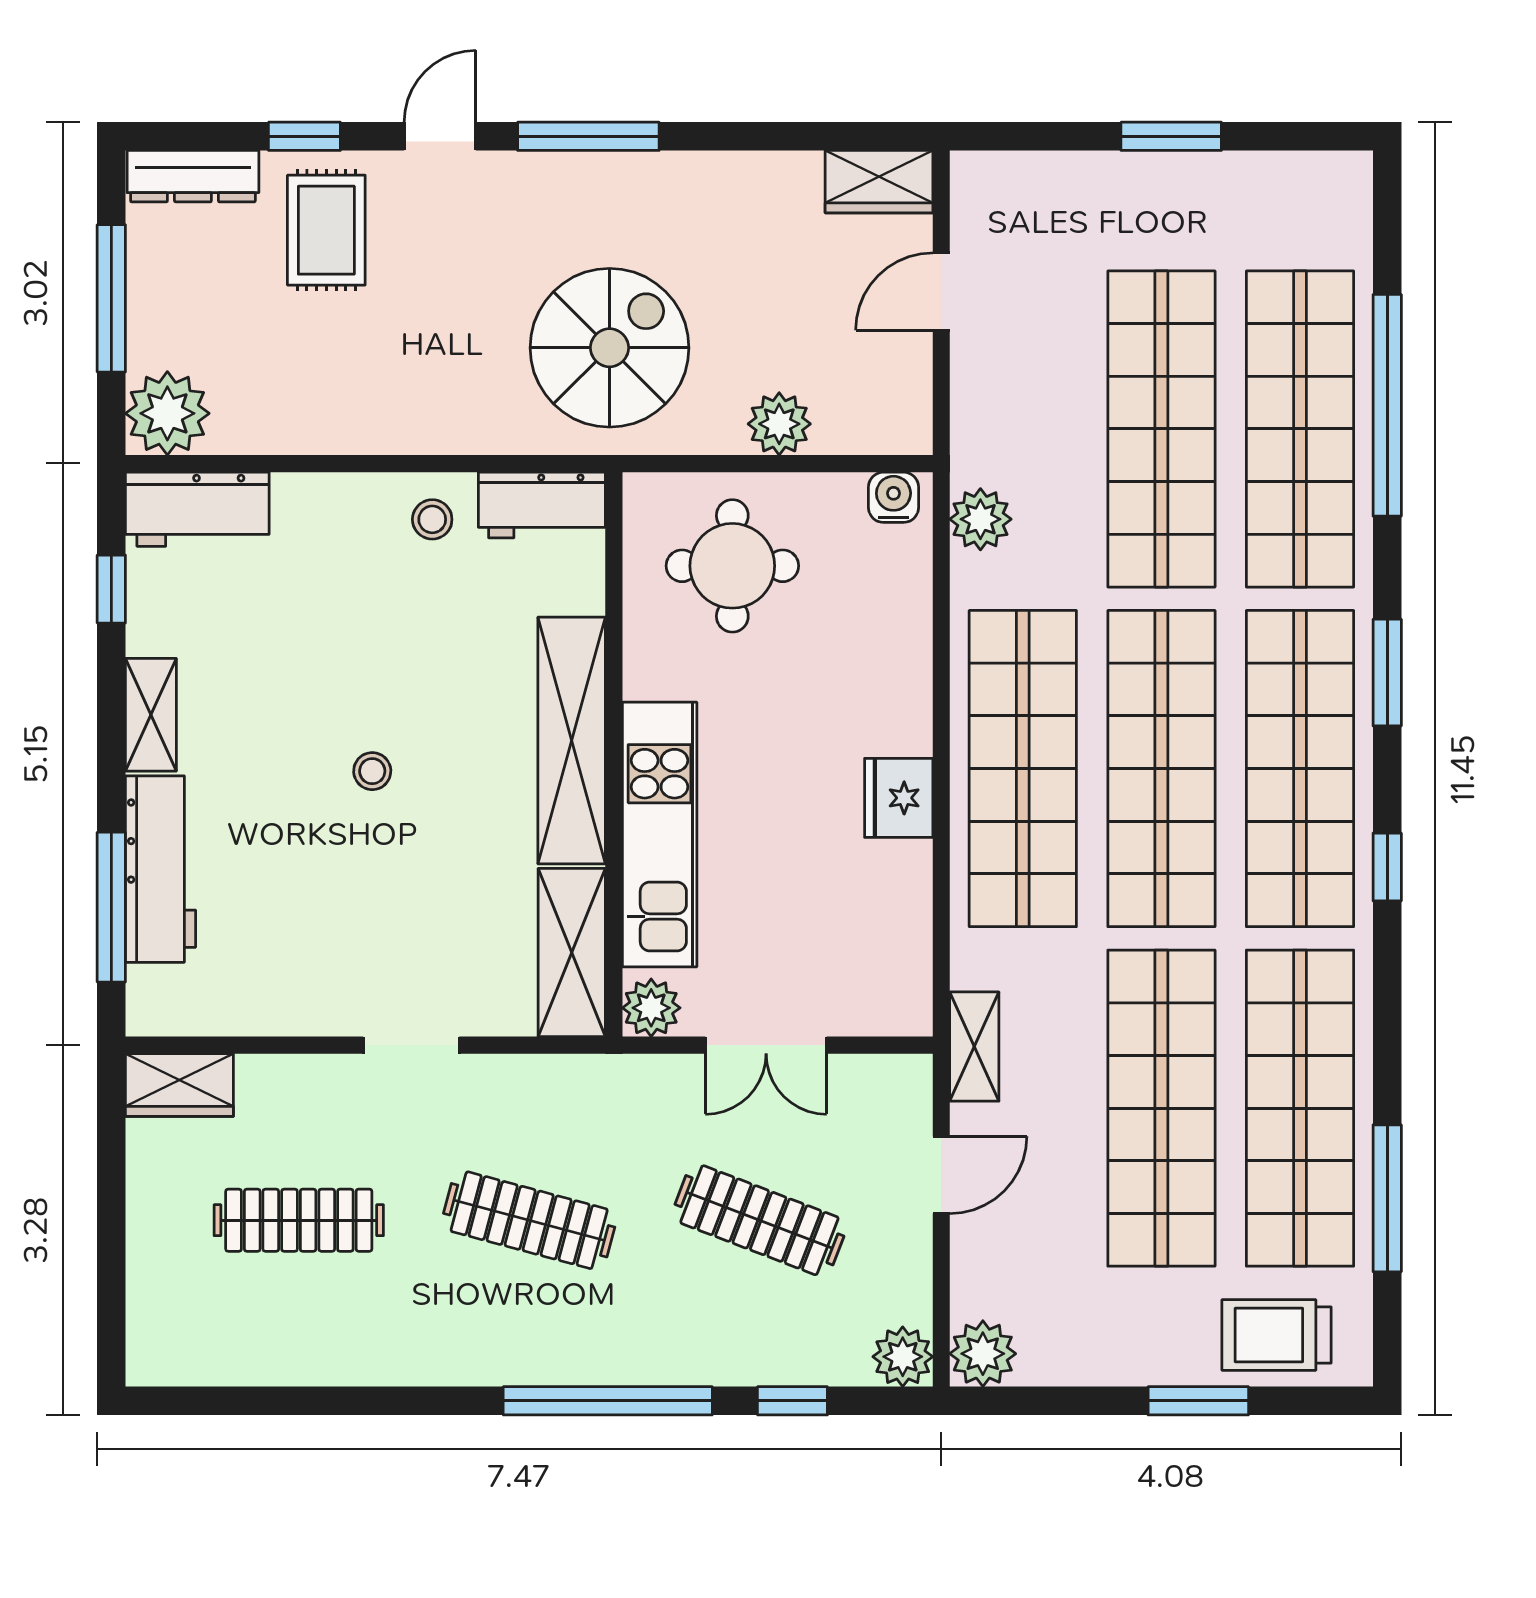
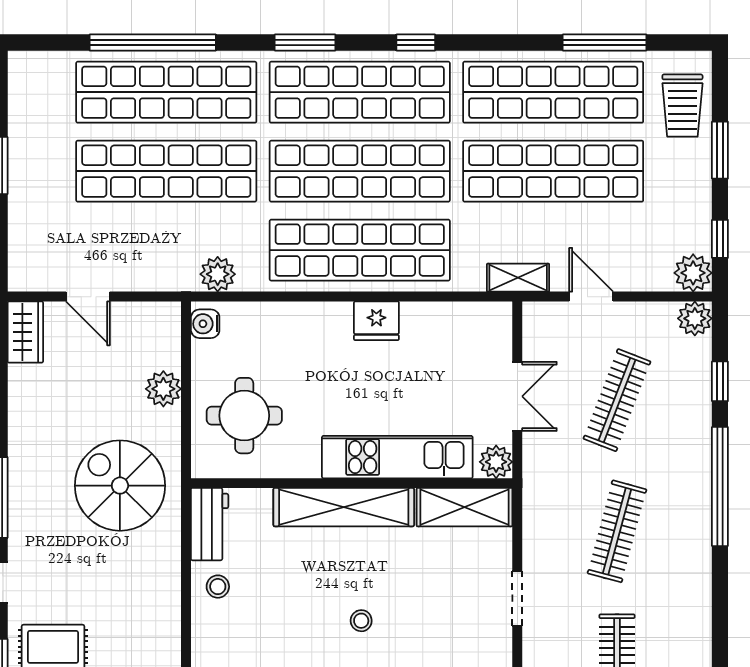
window: (1043, 1401) -> (720, 239), added

